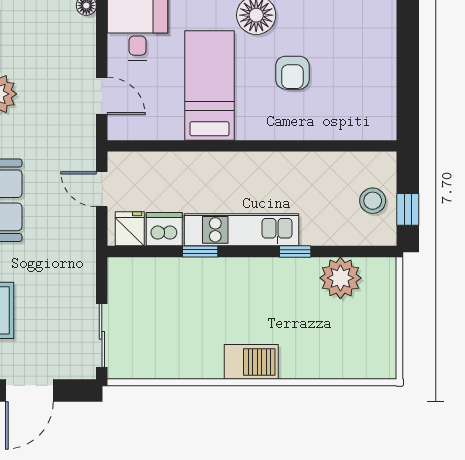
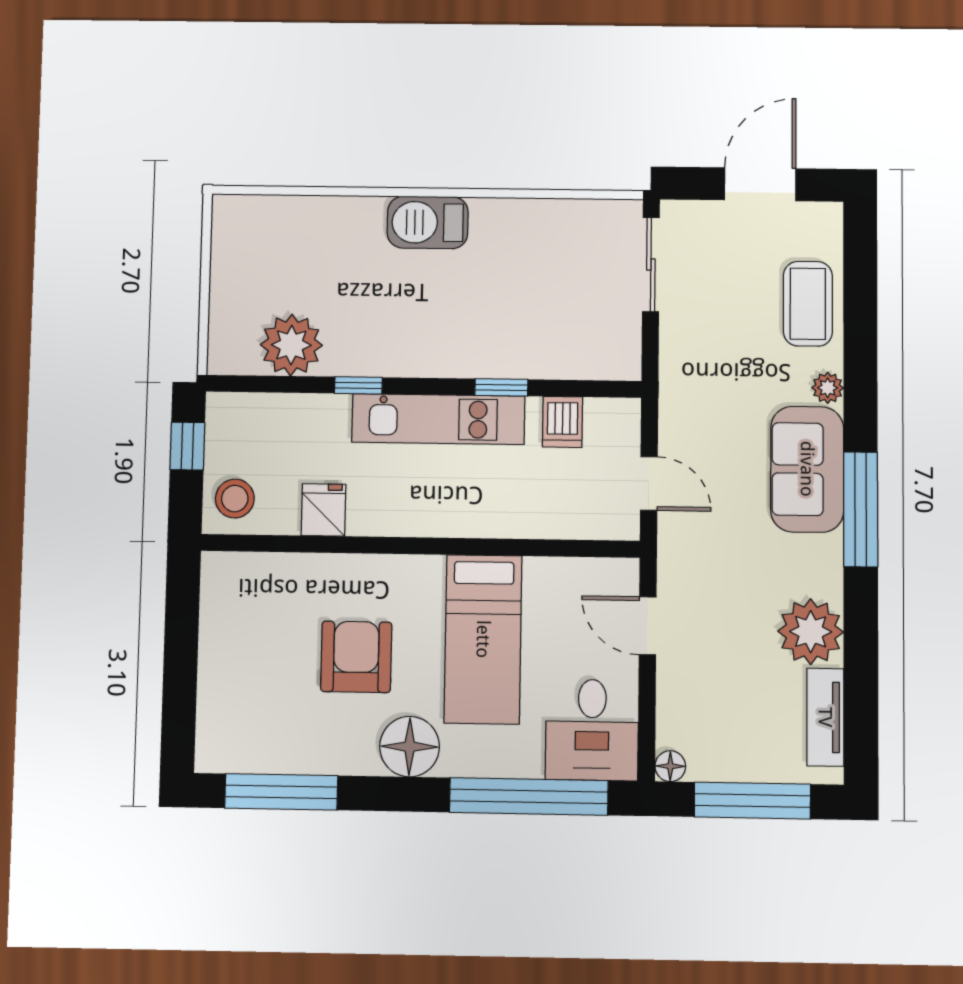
armchair: (292, 73) -> (356, 657), width x1.38, depth x1.38
stool: (373, 201) -> (235, 499), moved
fridge: (130, 229) -> (323, 510), moved, turned 180
dishwasher: (164, 229) -> (563, 422), width x0.73

